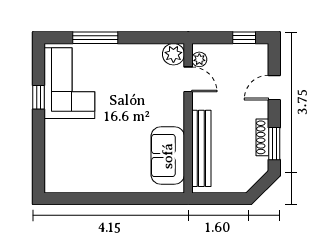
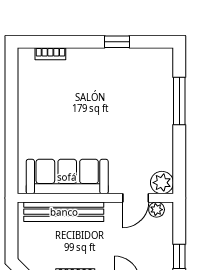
corner sofa: (69, 83) -> (132, 74), removed
sofa: (168, 156) -> (67, 177), width x1.36
bookcase: (50, 161) -> (50, 54), added

